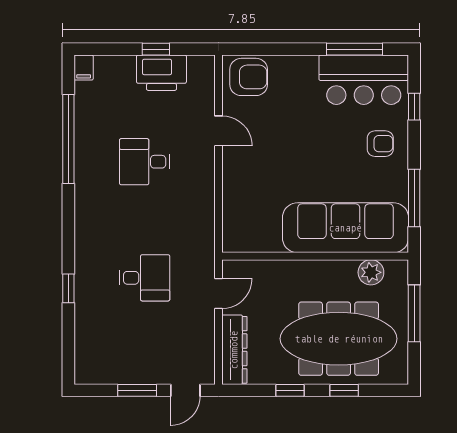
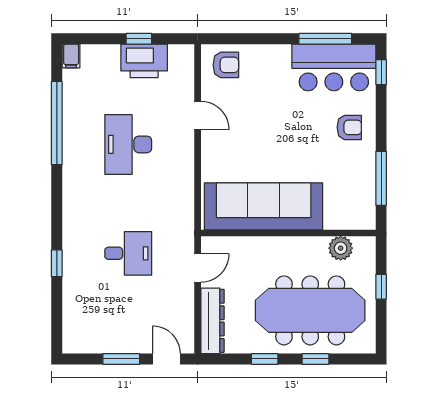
armchair: (249, 77) -> (226, 65), width x0.72, depth x0.72
window: (414, 107) -> (381, 72), moved
desk: (145, 162) -> (128, 144), width x1.37
sofa: (345, 228) -> (264, 206), moved
window: (414, 313) -> (381, 287), width x0.46
door: (185, 390) -> (166, 359), swing flipped

